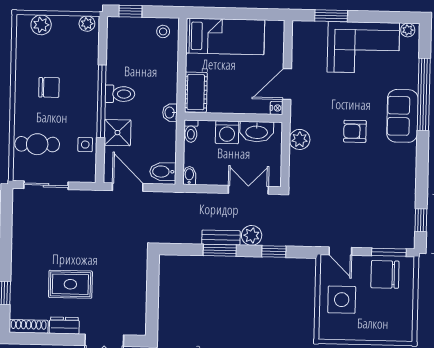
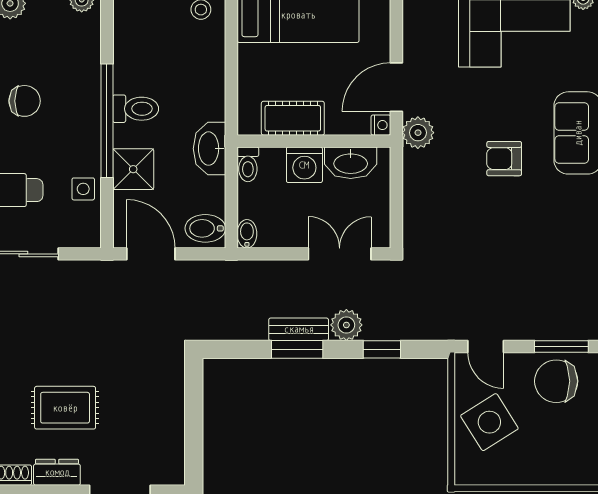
cot: (196, 92) -> (293, 118), moved, turned 90
washbasin: (170, 113) -> (210, 149), width x1.91, depth x1.45
plant: (300, 139) -> (418, 133), moved
side table: (342, 300) -> (489, 422), turned -32

